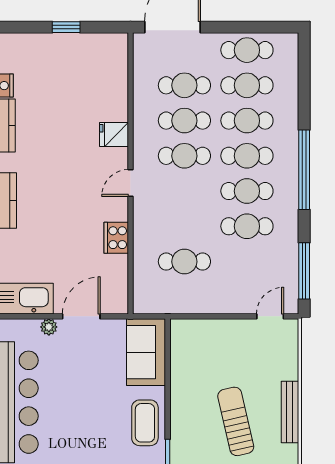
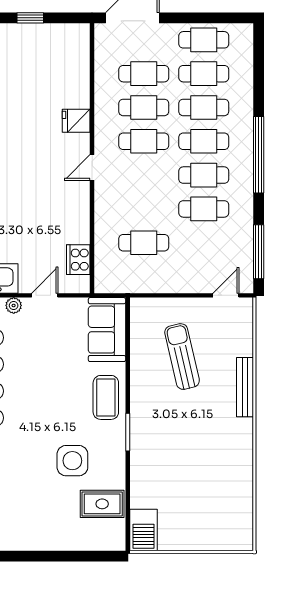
cooker: (116, 238) -> (78, 260), moved
door: (81, 316) -> (45, 295), width x0.73
sun lounger: (236, 421) -> (182, 357), moved

